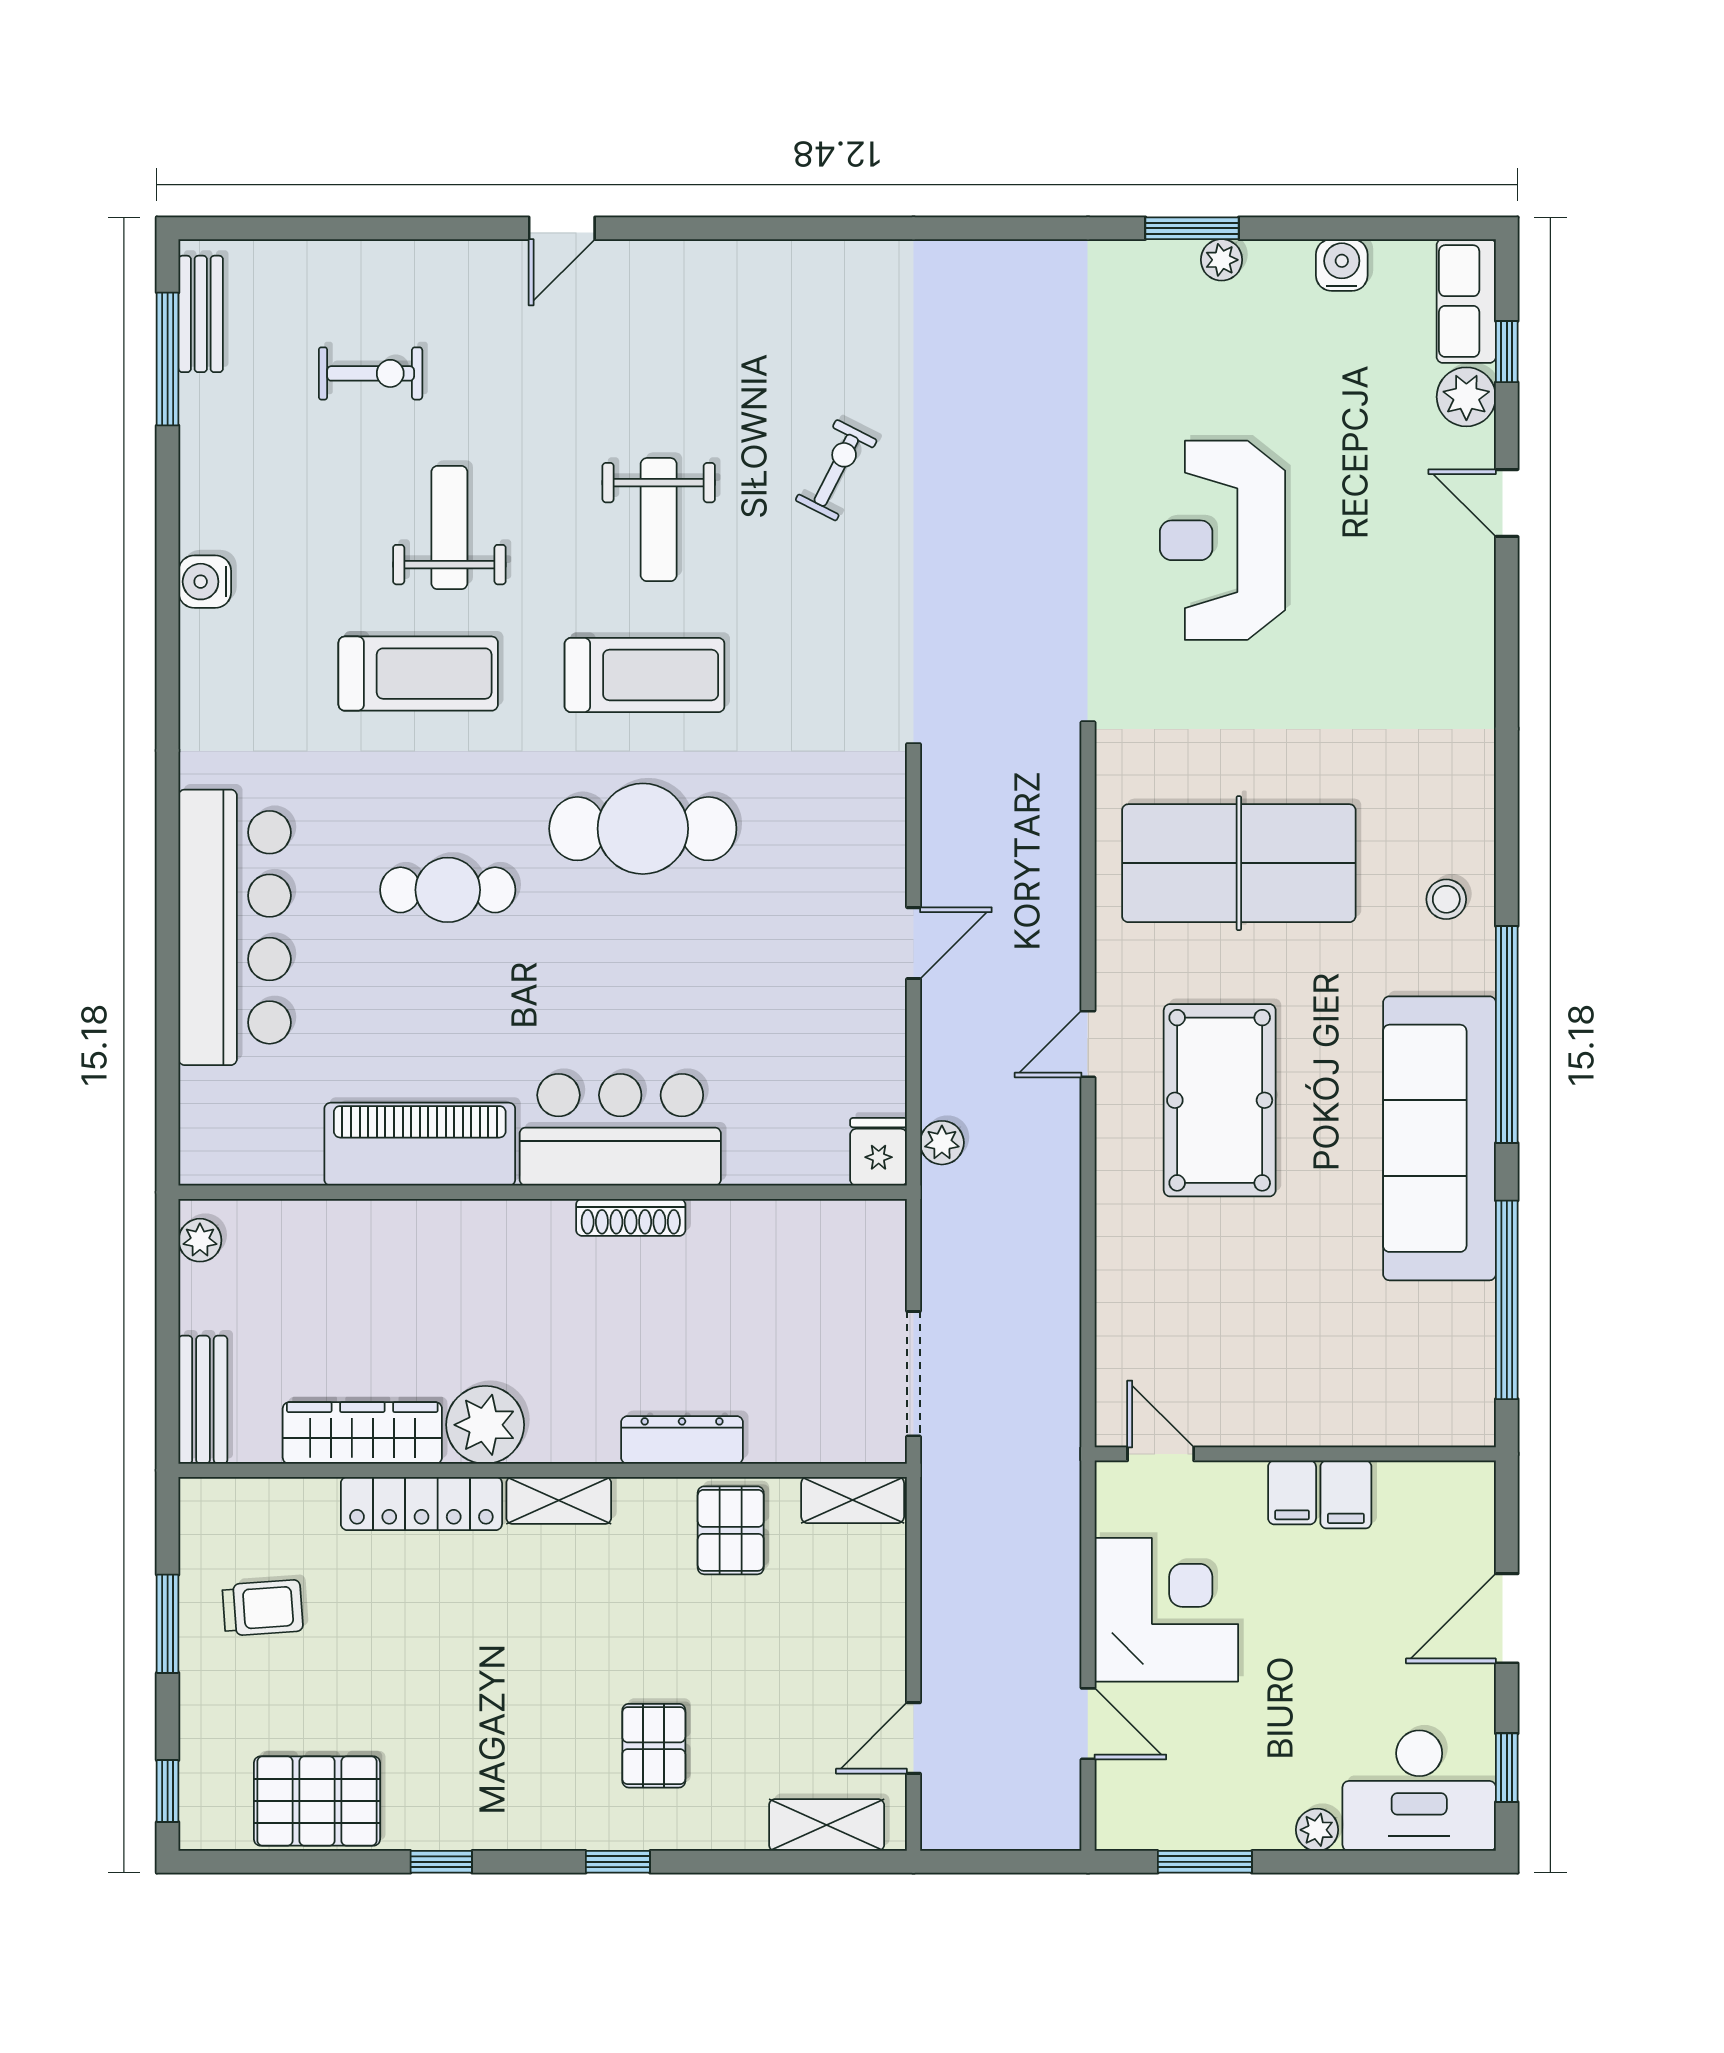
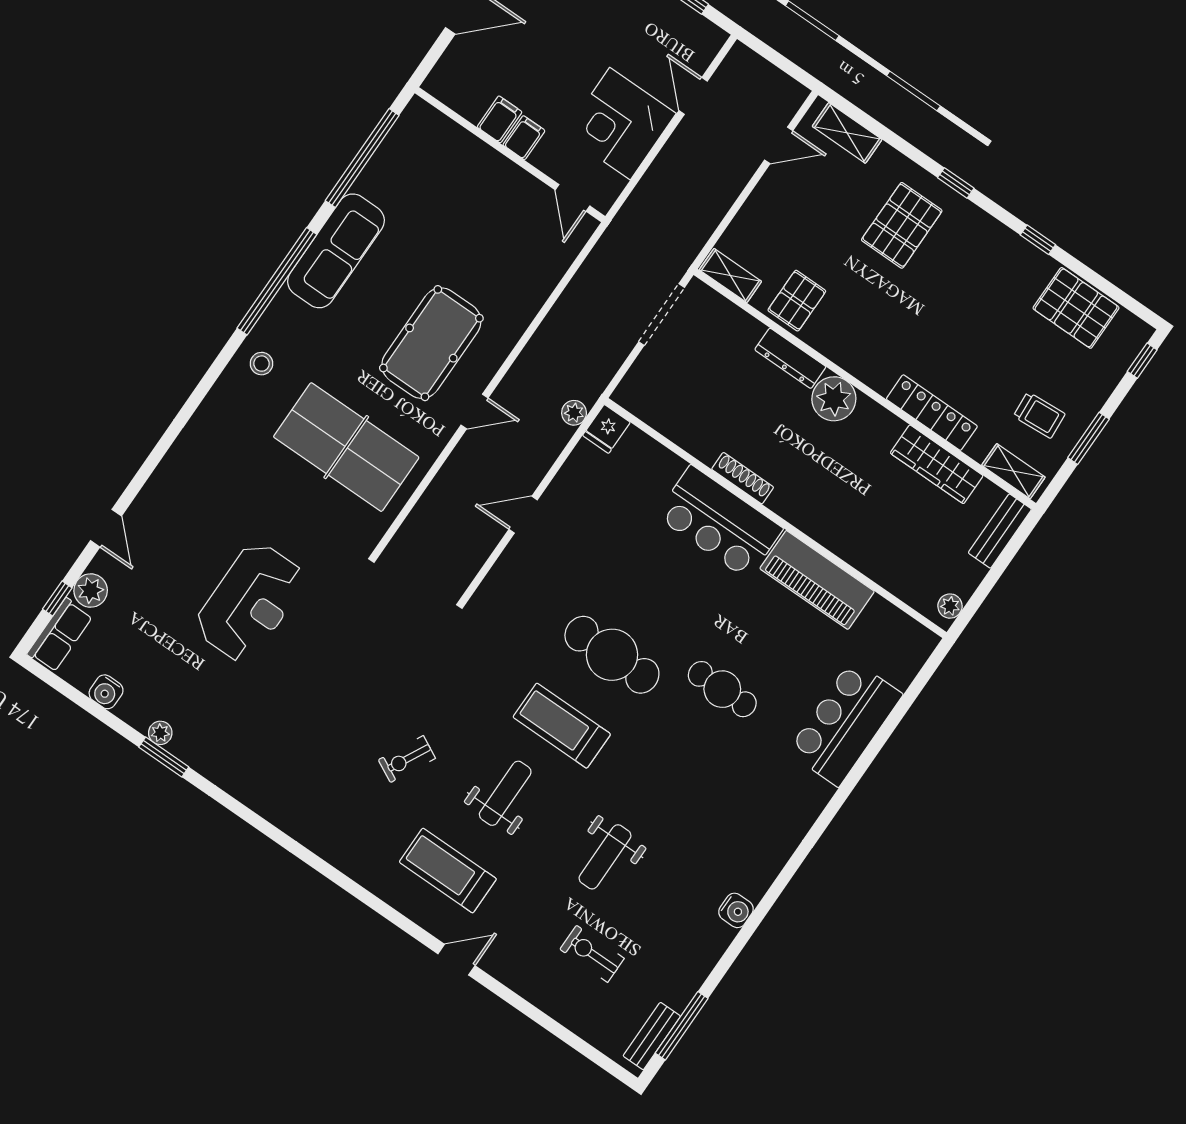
treadmill: (418, 674) -> (448, 870), moved
bar counter: (235, 927) -> (845, 723), width x0.73
sofa: (1439, 1138) -> (336, 251), width x0.74, depth x0.79
plant: (485, 1425) -> (834, 399), moved
shelving: (559, 1500) -> (1013, 471), moved
trolley: (263, 1608) -> (1039, 415), turned 180
pallet: (654, 1746) -> (902, 225), width x1.50, depth x1.42

